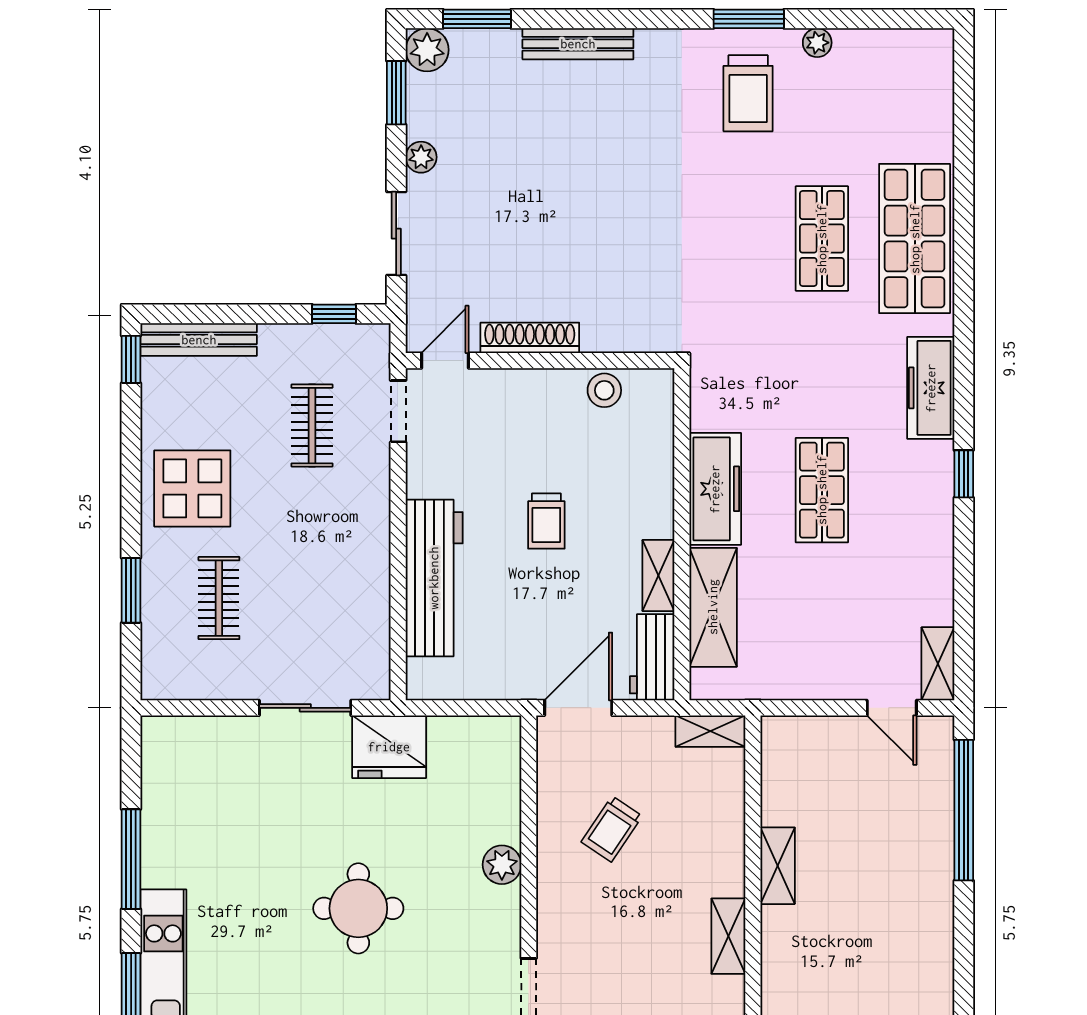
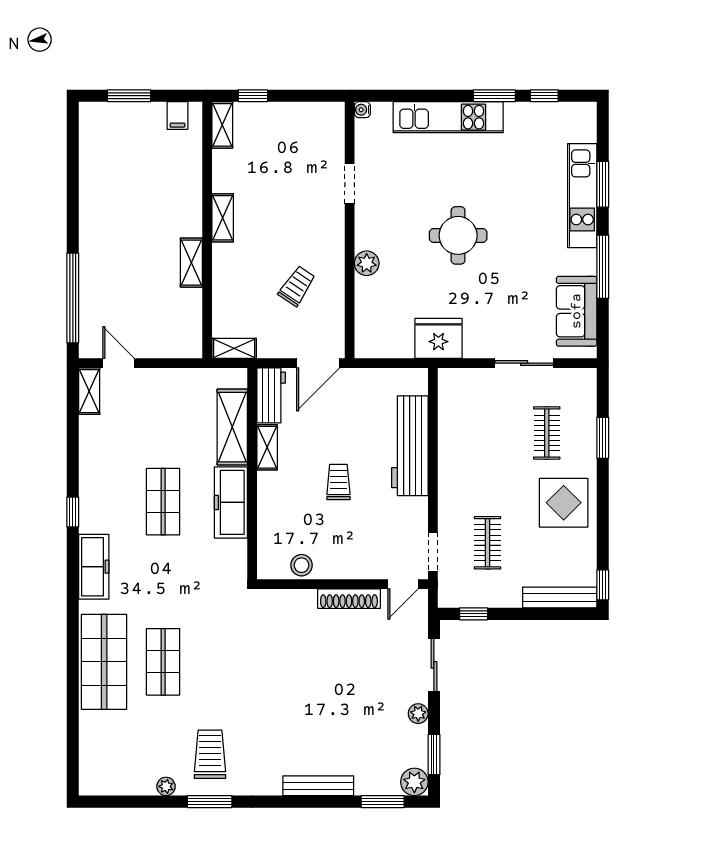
sliding door: (305, 708) -> (524, 363), moved
sofa: (172, 789) -> (577, 311), added

